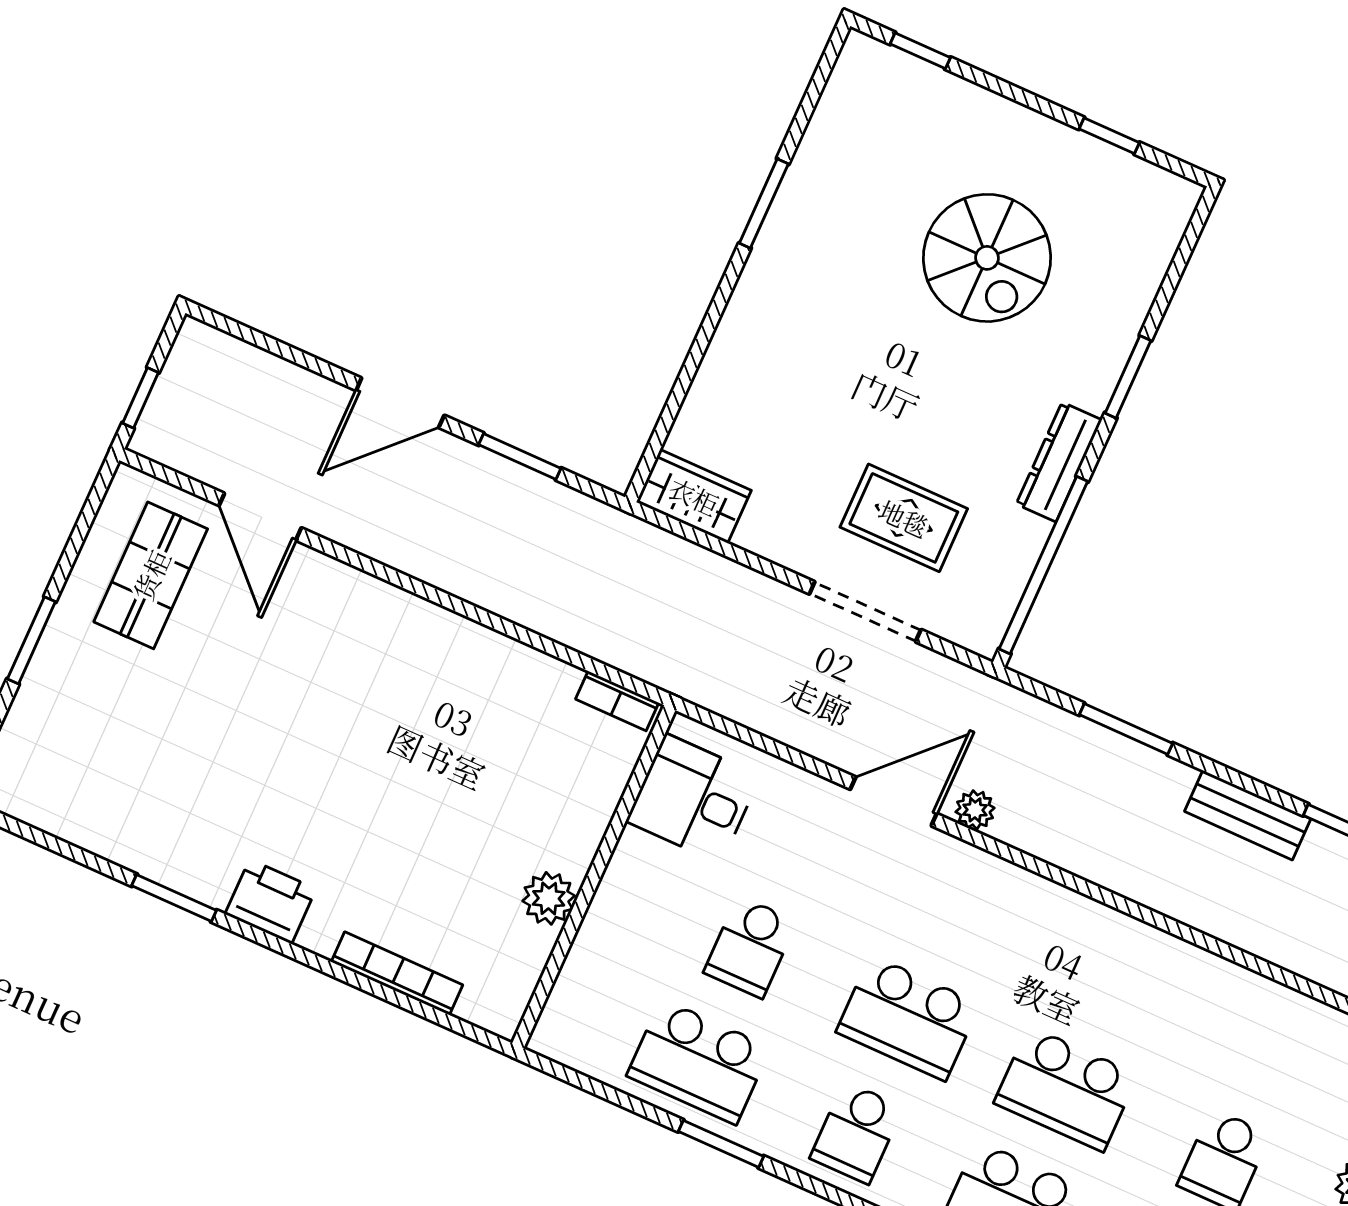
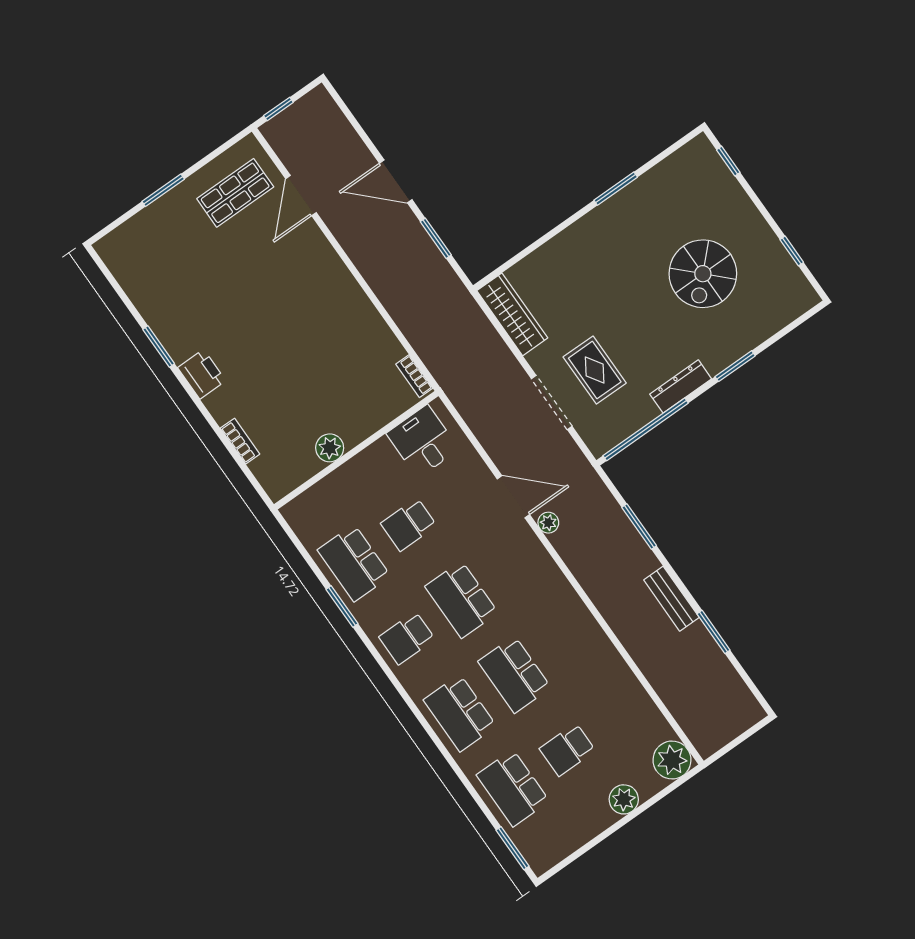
wardrobe: (694, 496) -> (512, 314), width x1.50
bookcase: (397, 973) -> (240, 441), width x0.64

